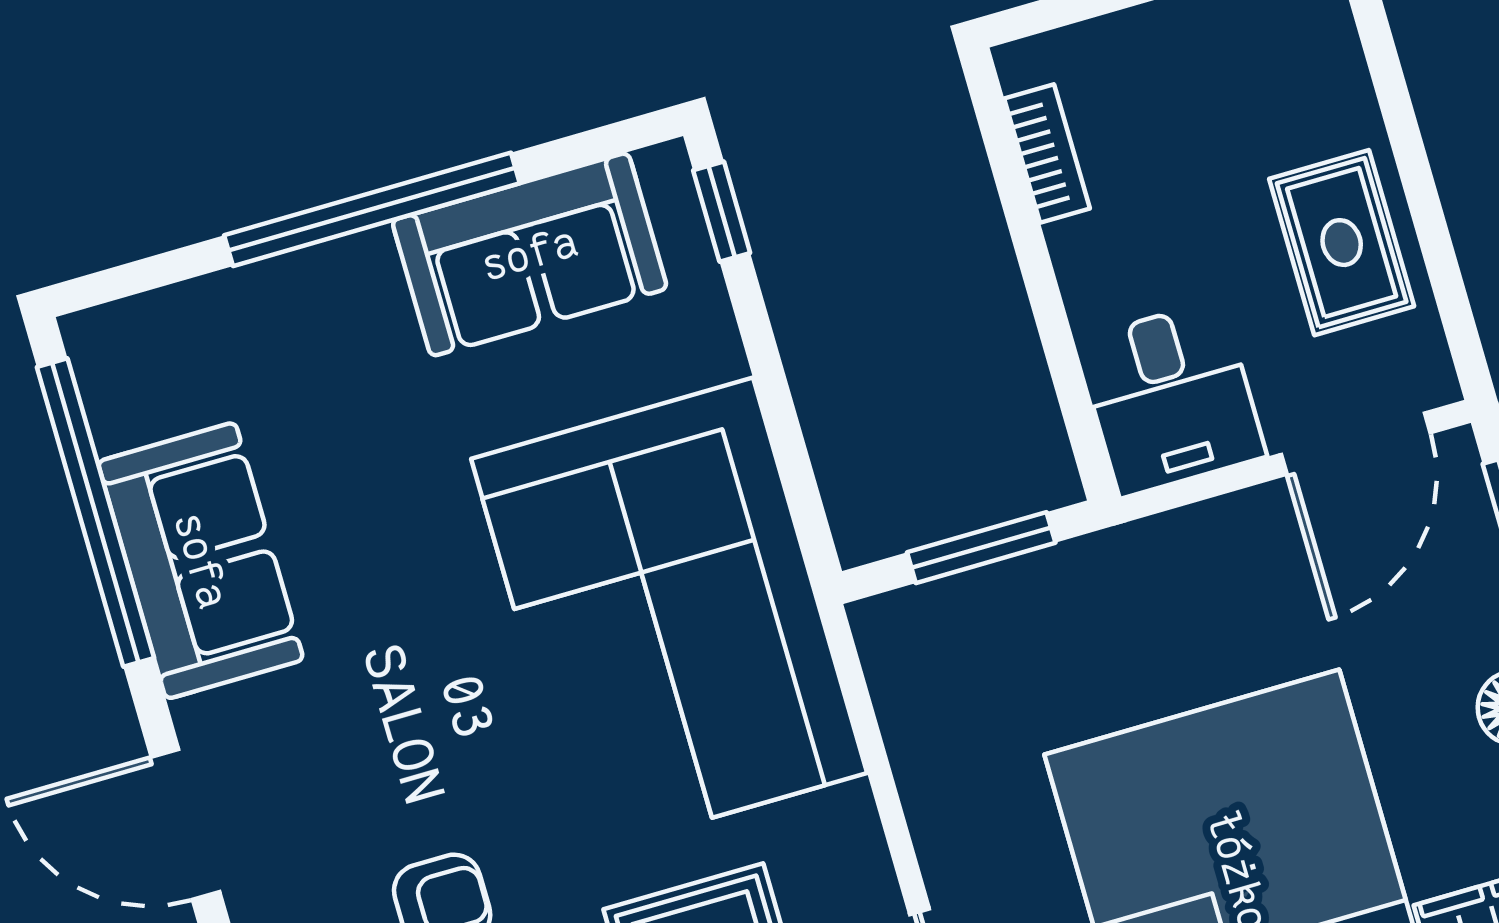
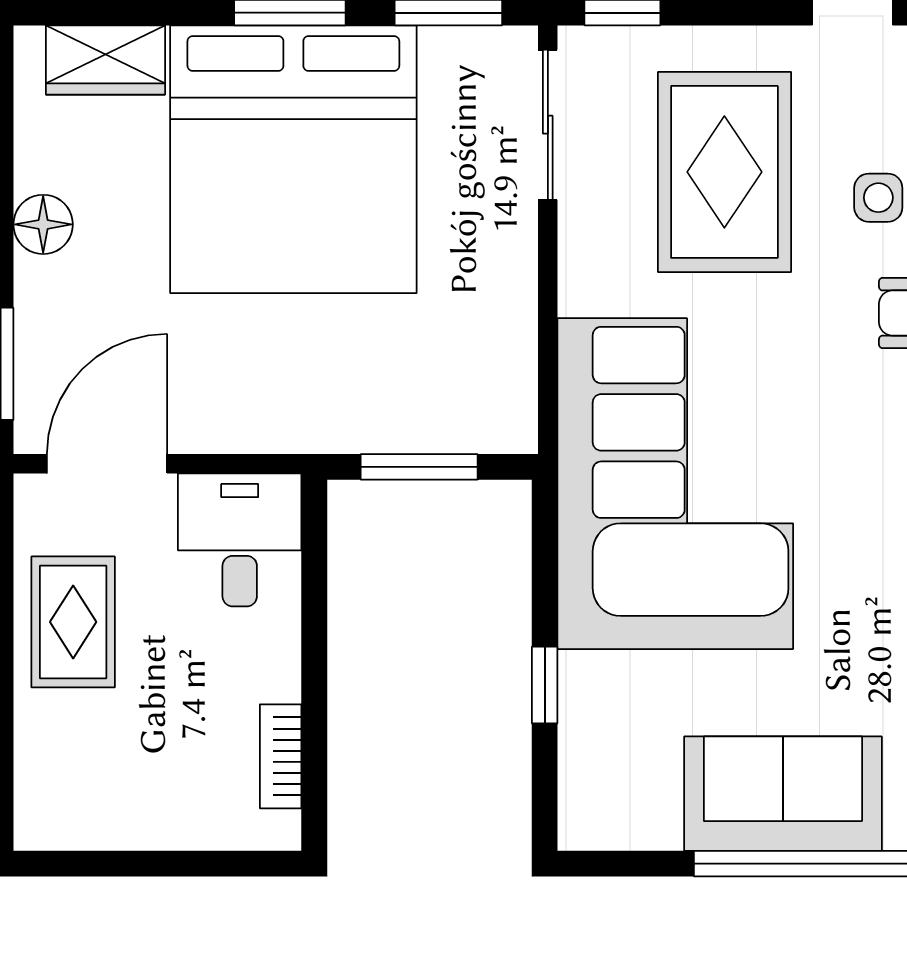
window: (722, 212) -> (545, 685), moved
sofa: (530, 254) -> (783, 794), moved

